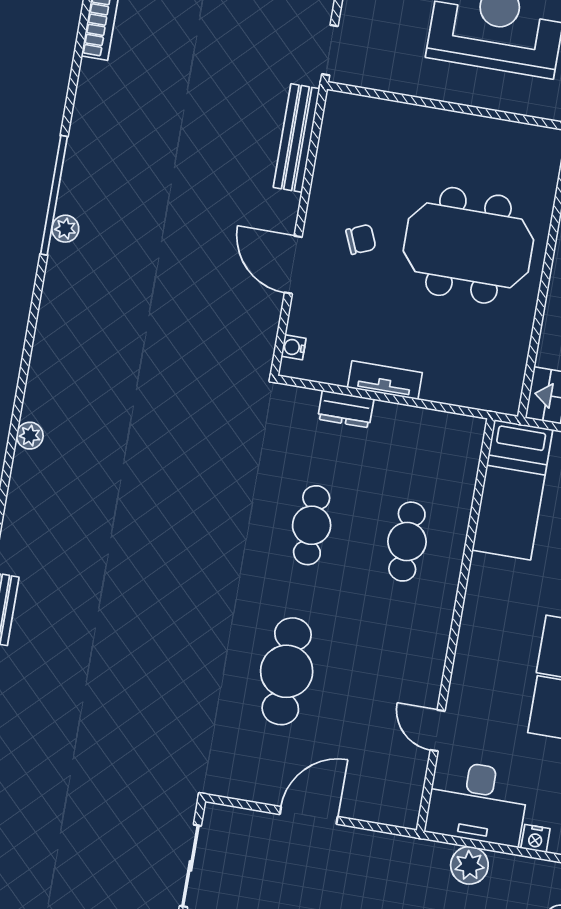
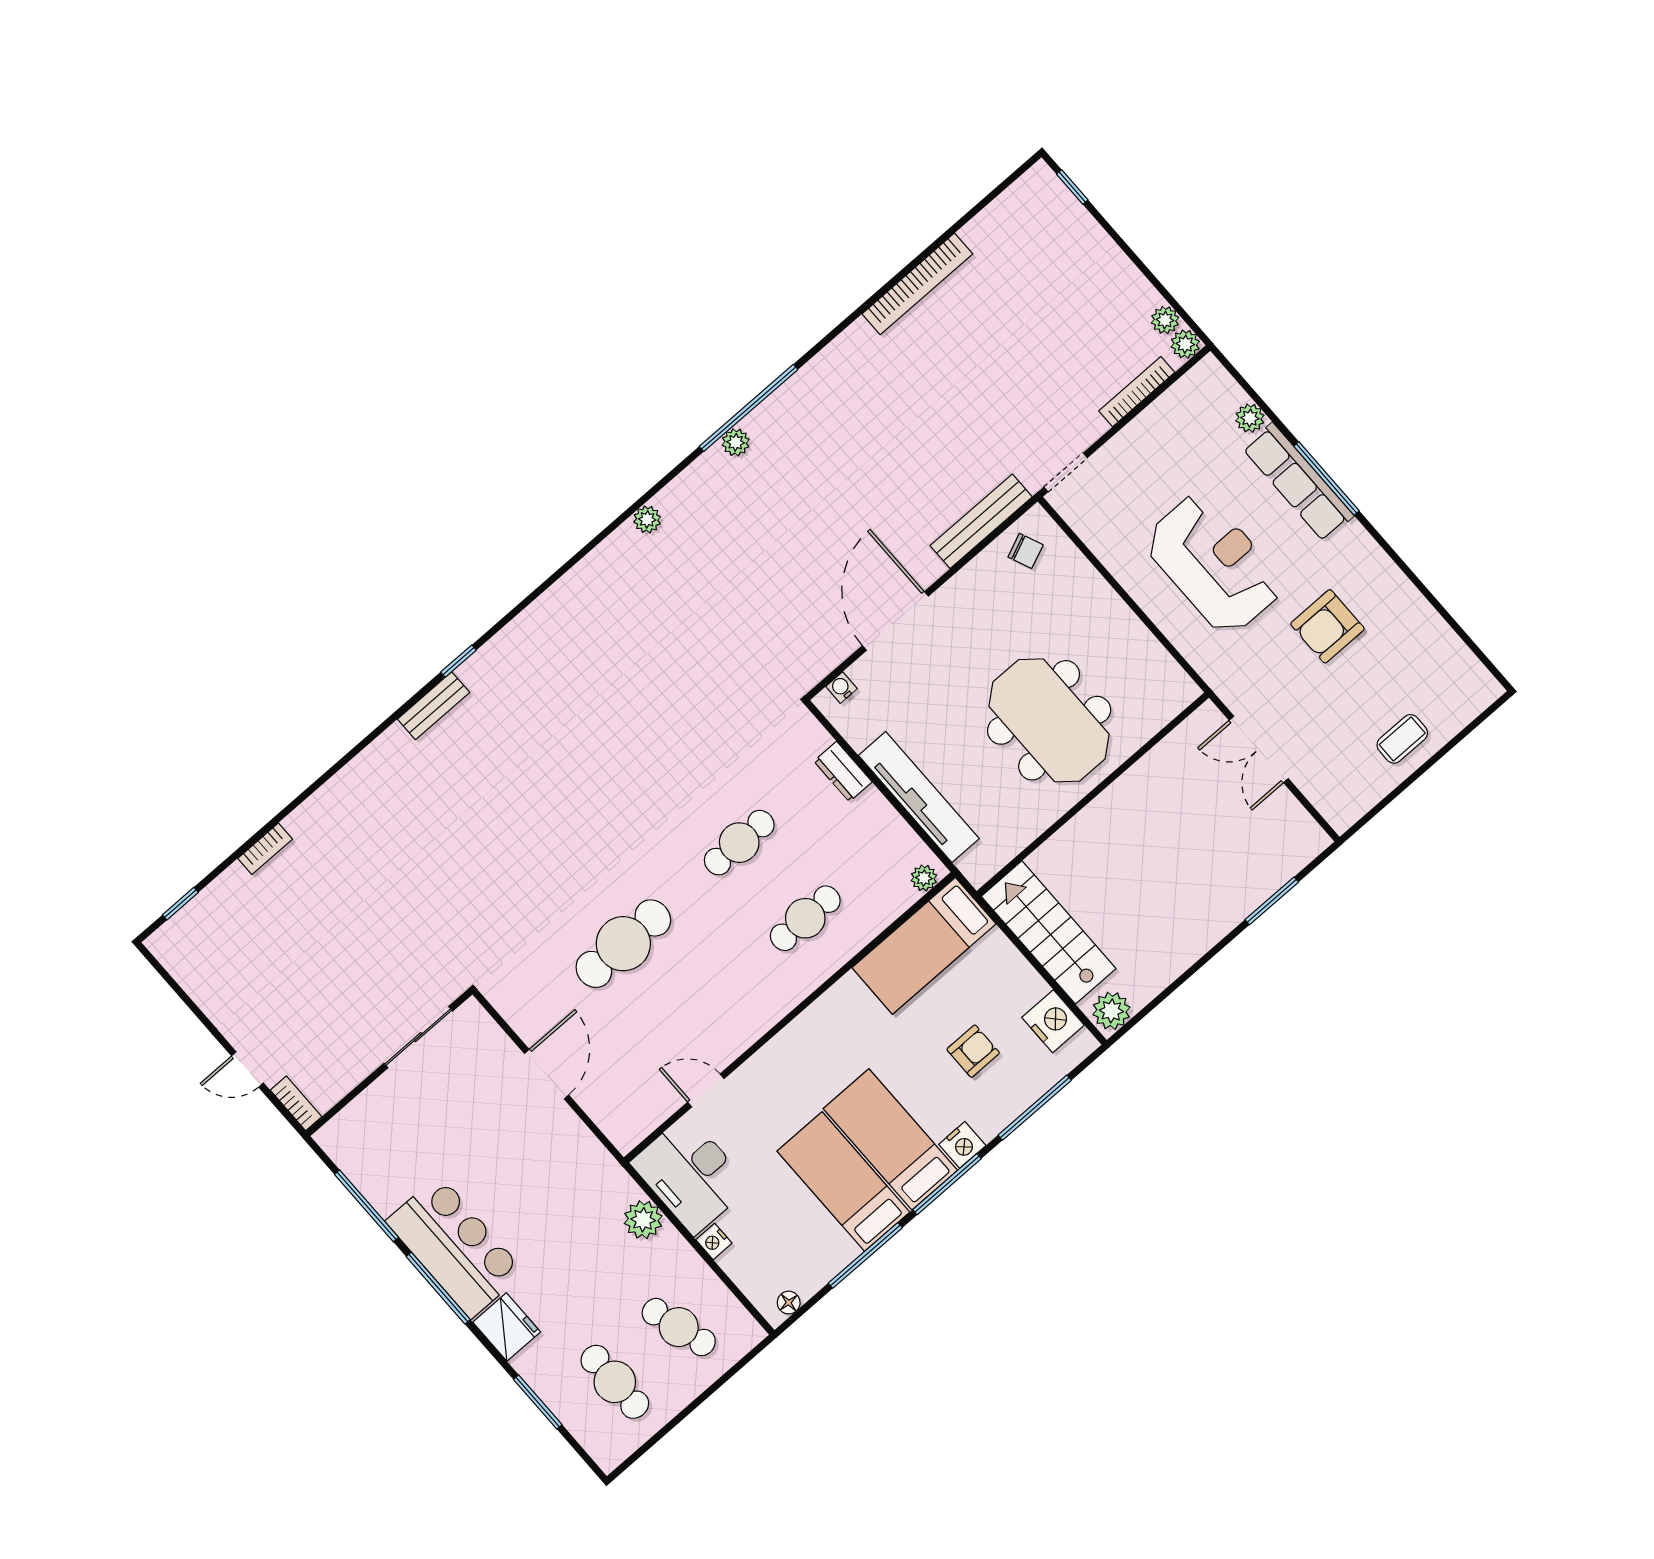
chair: (361, 239) -> (1026, 551), moved
door: (293, 265) -> (895, 621), width x1.36
tv unit: (385, 380) -> (919, 797), width x1.92, depth x1.29
plant: (30, 436) -> (647, 519), moved
plant: (471, 439) -> (924, 878), added
door: (438, 730) -> (706, 1090), hinge flipped
door: (309, 815) -> (547, 1074), hinge flipped

